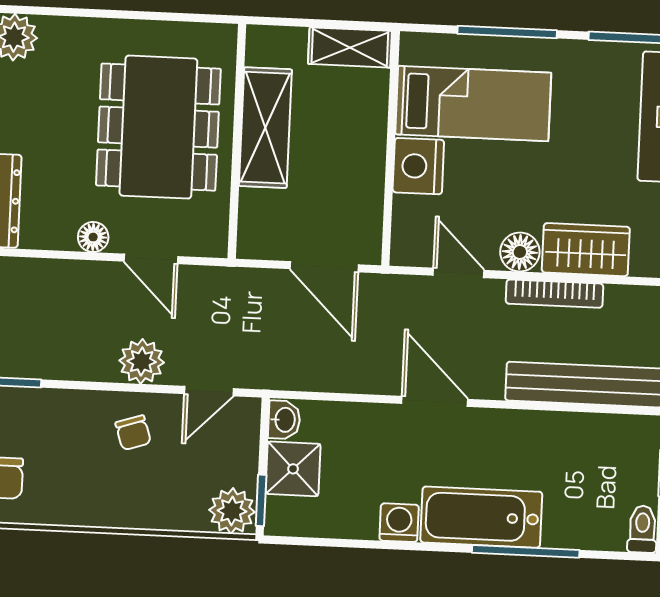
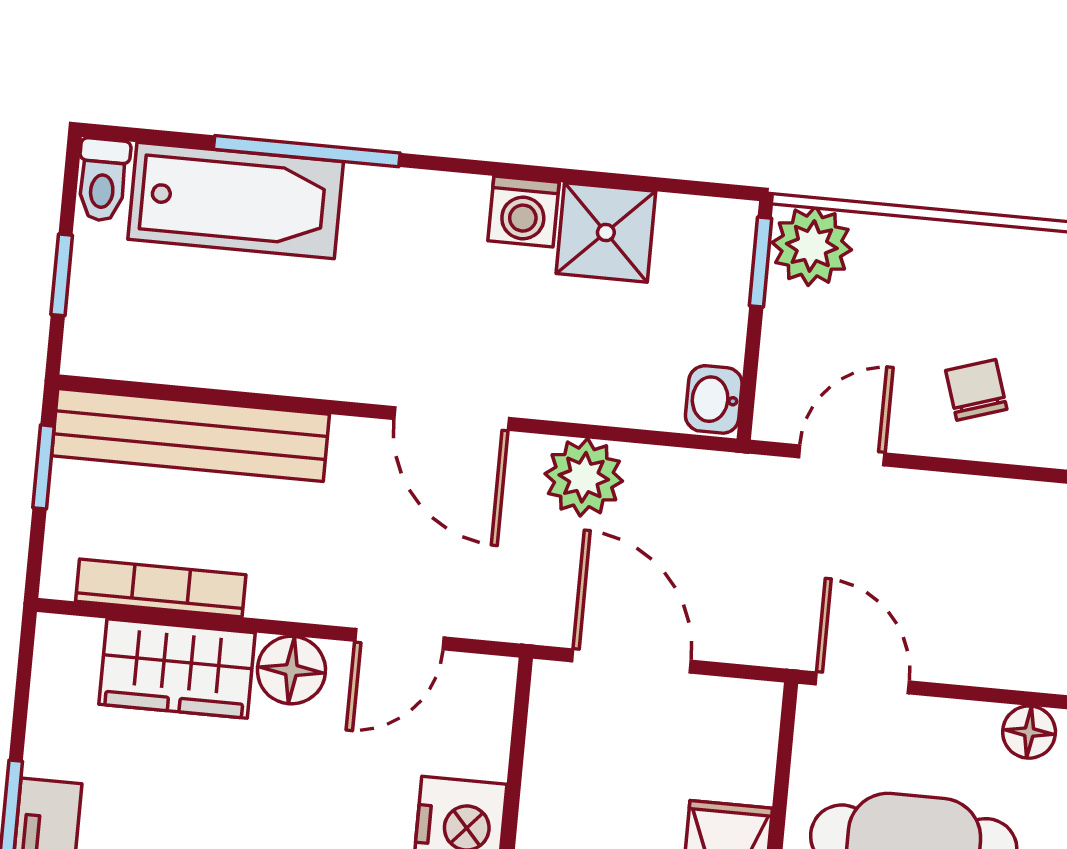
door: (151, 259) -> (862, 683), moved
door: (459, 273) -> (399, 639), hinge flipped
bookcase: (554, 294) -> (161, 588), moved
plant: (142, 361) -> (584, 477), moved
shower: (293, 469) -> (606, 232), moved
bathtub: (481, 517) -> (236, 201), moved

